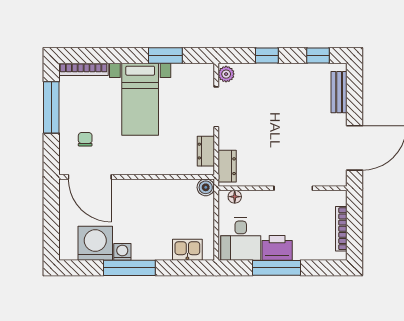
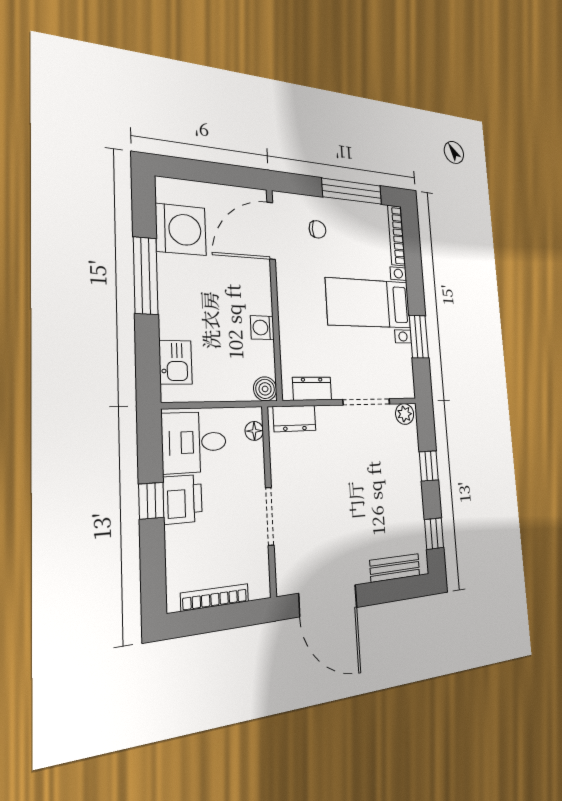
washing machine: (122, 252) -> (262, 328), moved, turned 180
window: (277, 268) -> (151, 501), width x0.46

